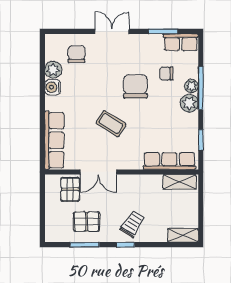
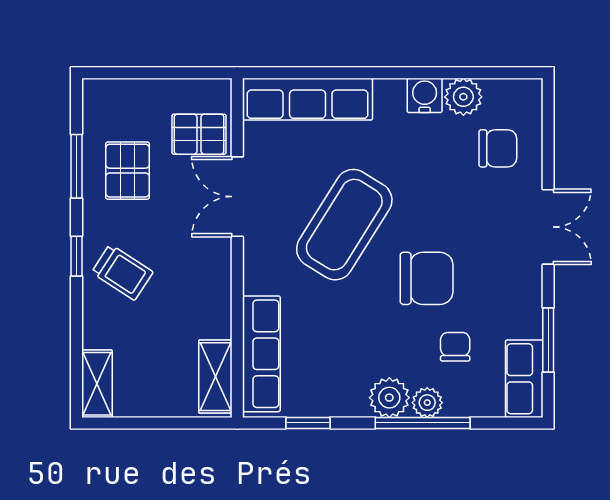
coffee table: (111, 124) -> (344, 225), width x1.86, depth x1.72

